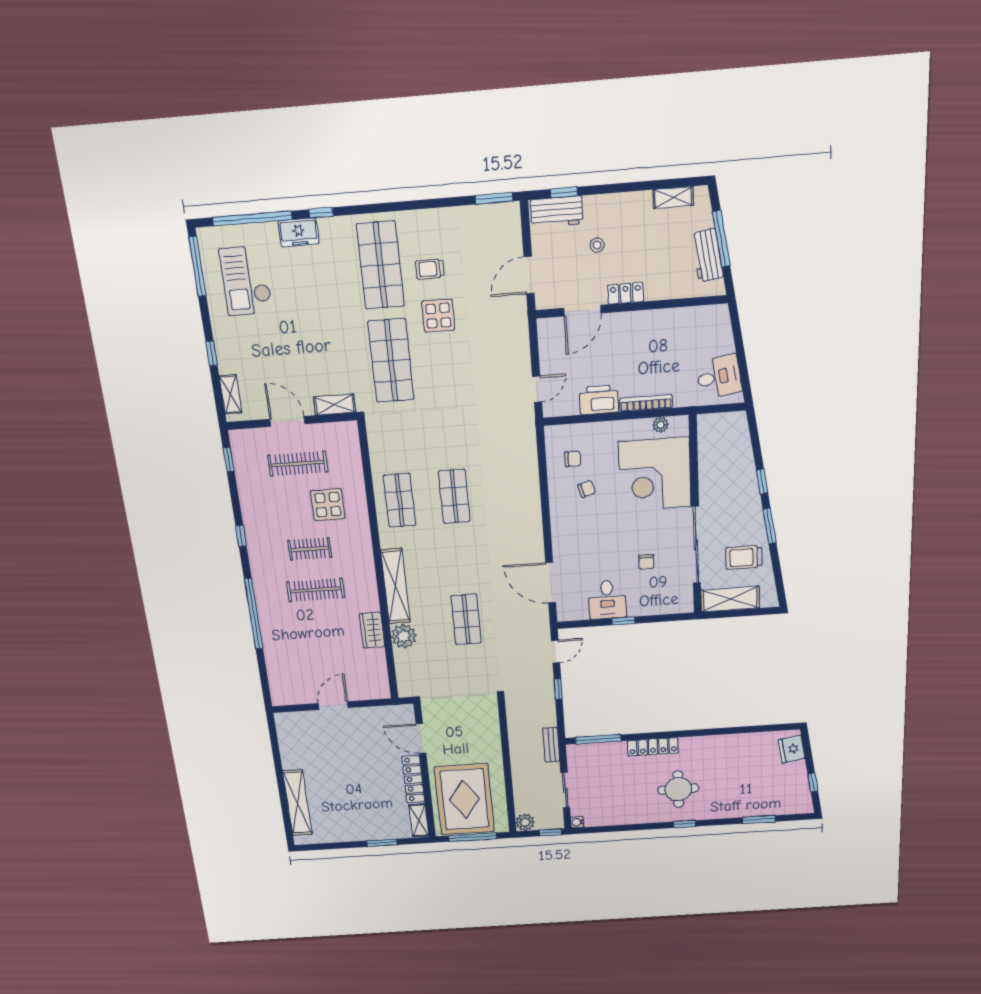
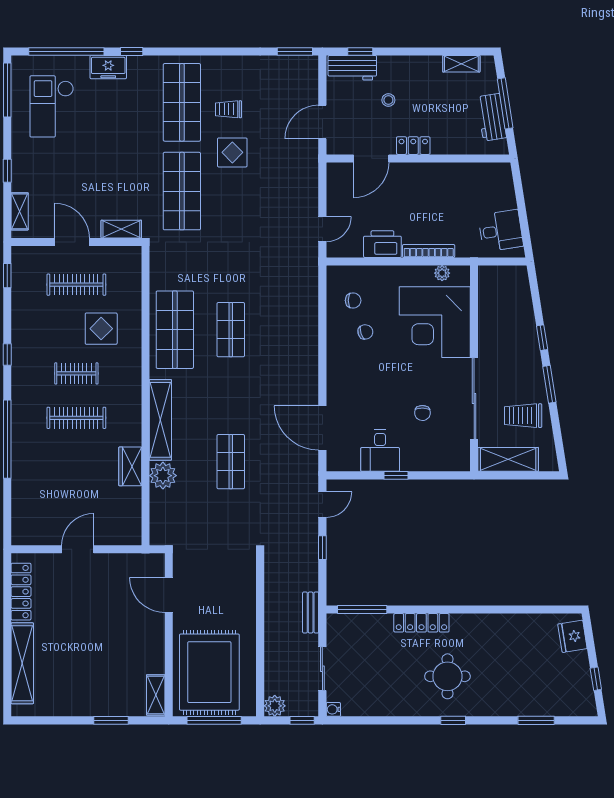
shop shelf: (400, 500) -> (175, 330), width x1.43, depth x1.36
locker: (413, 779) -> (21, 592), moved, turned 180

